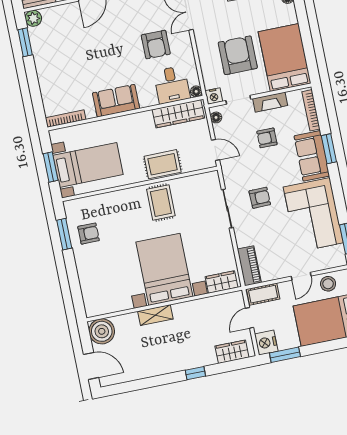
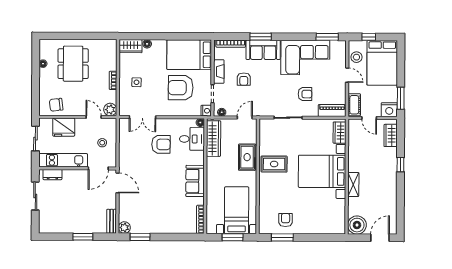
armchair: (260, 198) -> (305, 94), moved, turned 91

